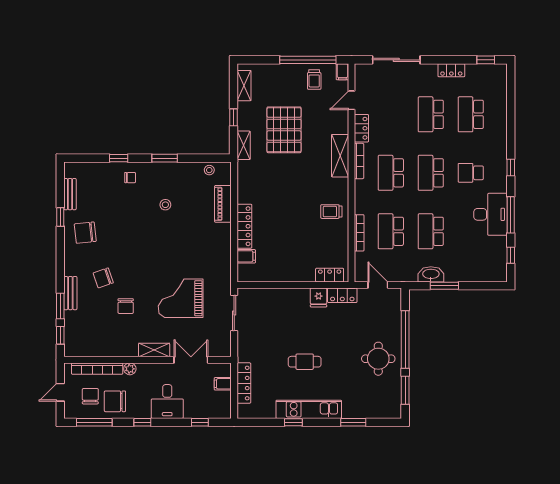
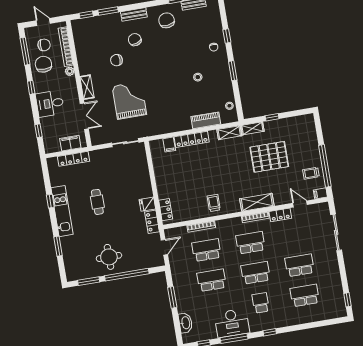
locker: (451, 70) -> (335, 275), removed
shelving: (244, 86) -> (229, 133), moved
washbasin: (431, 274) -> (185, 323), moved
bench: (70, 293) -> (134, 14), moved
filing cabinet: (223, 384) -> (70, 143), width x2.00

